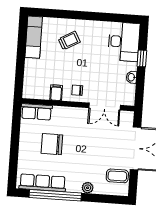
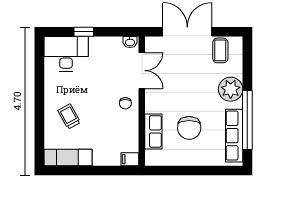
washbasin: (132, 77) -> (130, 42), moved
filing cabinet: (56, 93) -> (130, 159), moved
row of seats: (37, 112) -> (153, 131), moved
plant: (88, 188) -> (231, 89), width x1.87, depth x1.87

